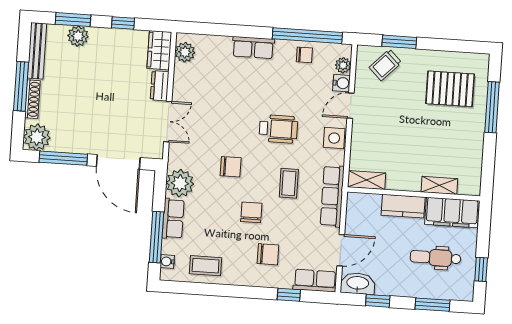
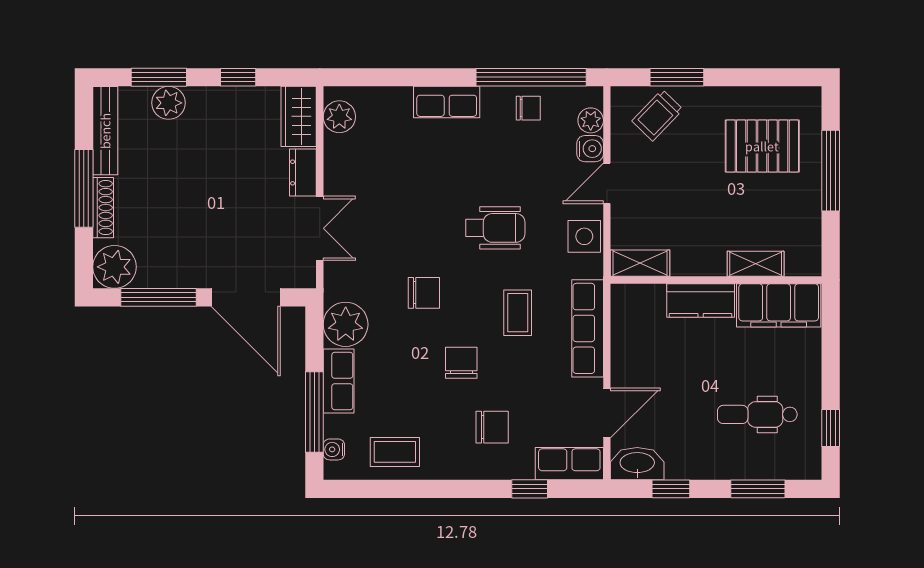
shelving: (367, 180) -> (640, 263), moved
shelving: (439, 185) -> (756, 264), moved
wall: (414, 194) -> (716, 280), moved
kitchen counter: (403, 206) -> (701, 301), moved
filing cabinet: (452, 212) -> (779, 305), moved

